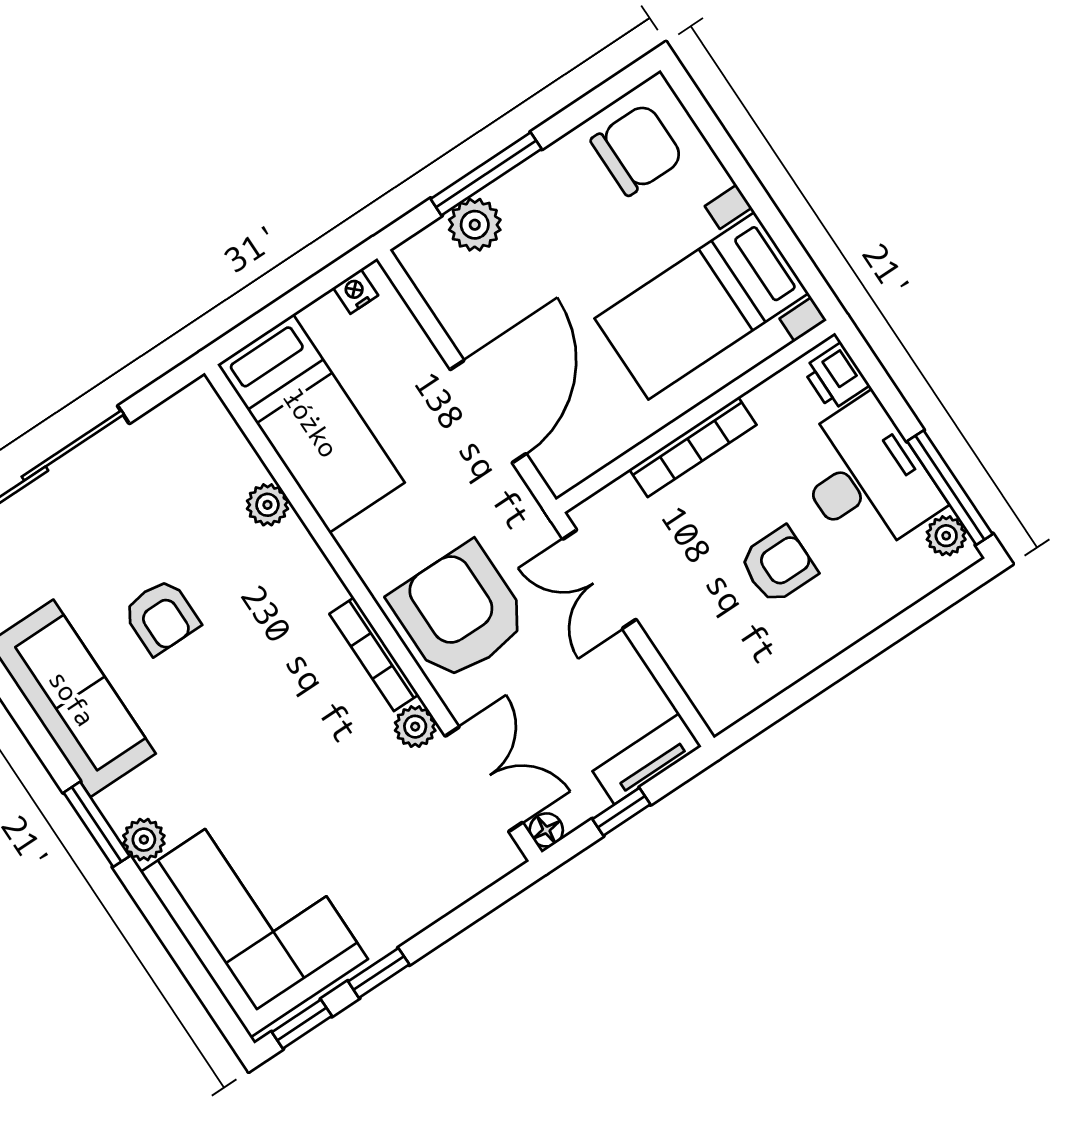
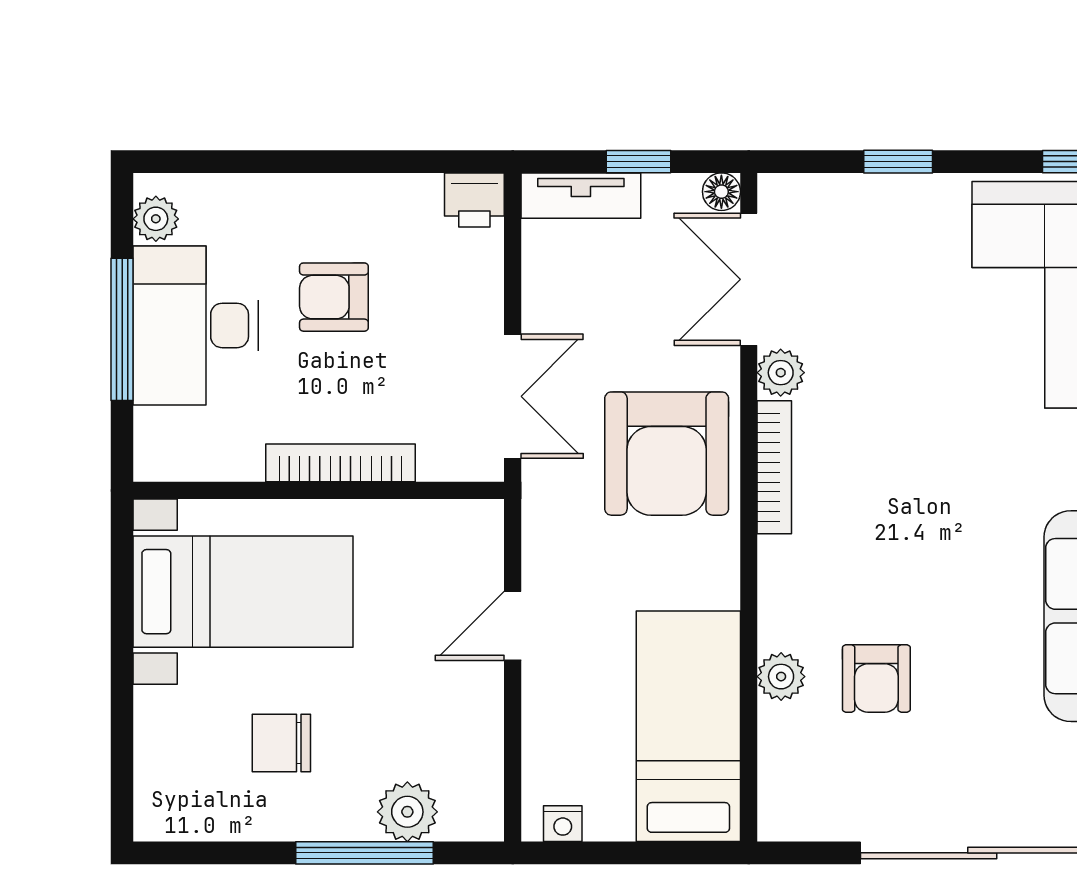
chair: (637, 149) -> (281, 743), moved, width x0.73, depth x0.73
printer: (836, 377) -> (474, 200), moved, turned 90
door: (488, 412) -> (513, 626), width x0.53
window: (950, 488) -> (122, 329), moved
armchair: (161, 617) -> (876, 679), moved, turned 180
window: (379, 973) -> (898, 162), moved

